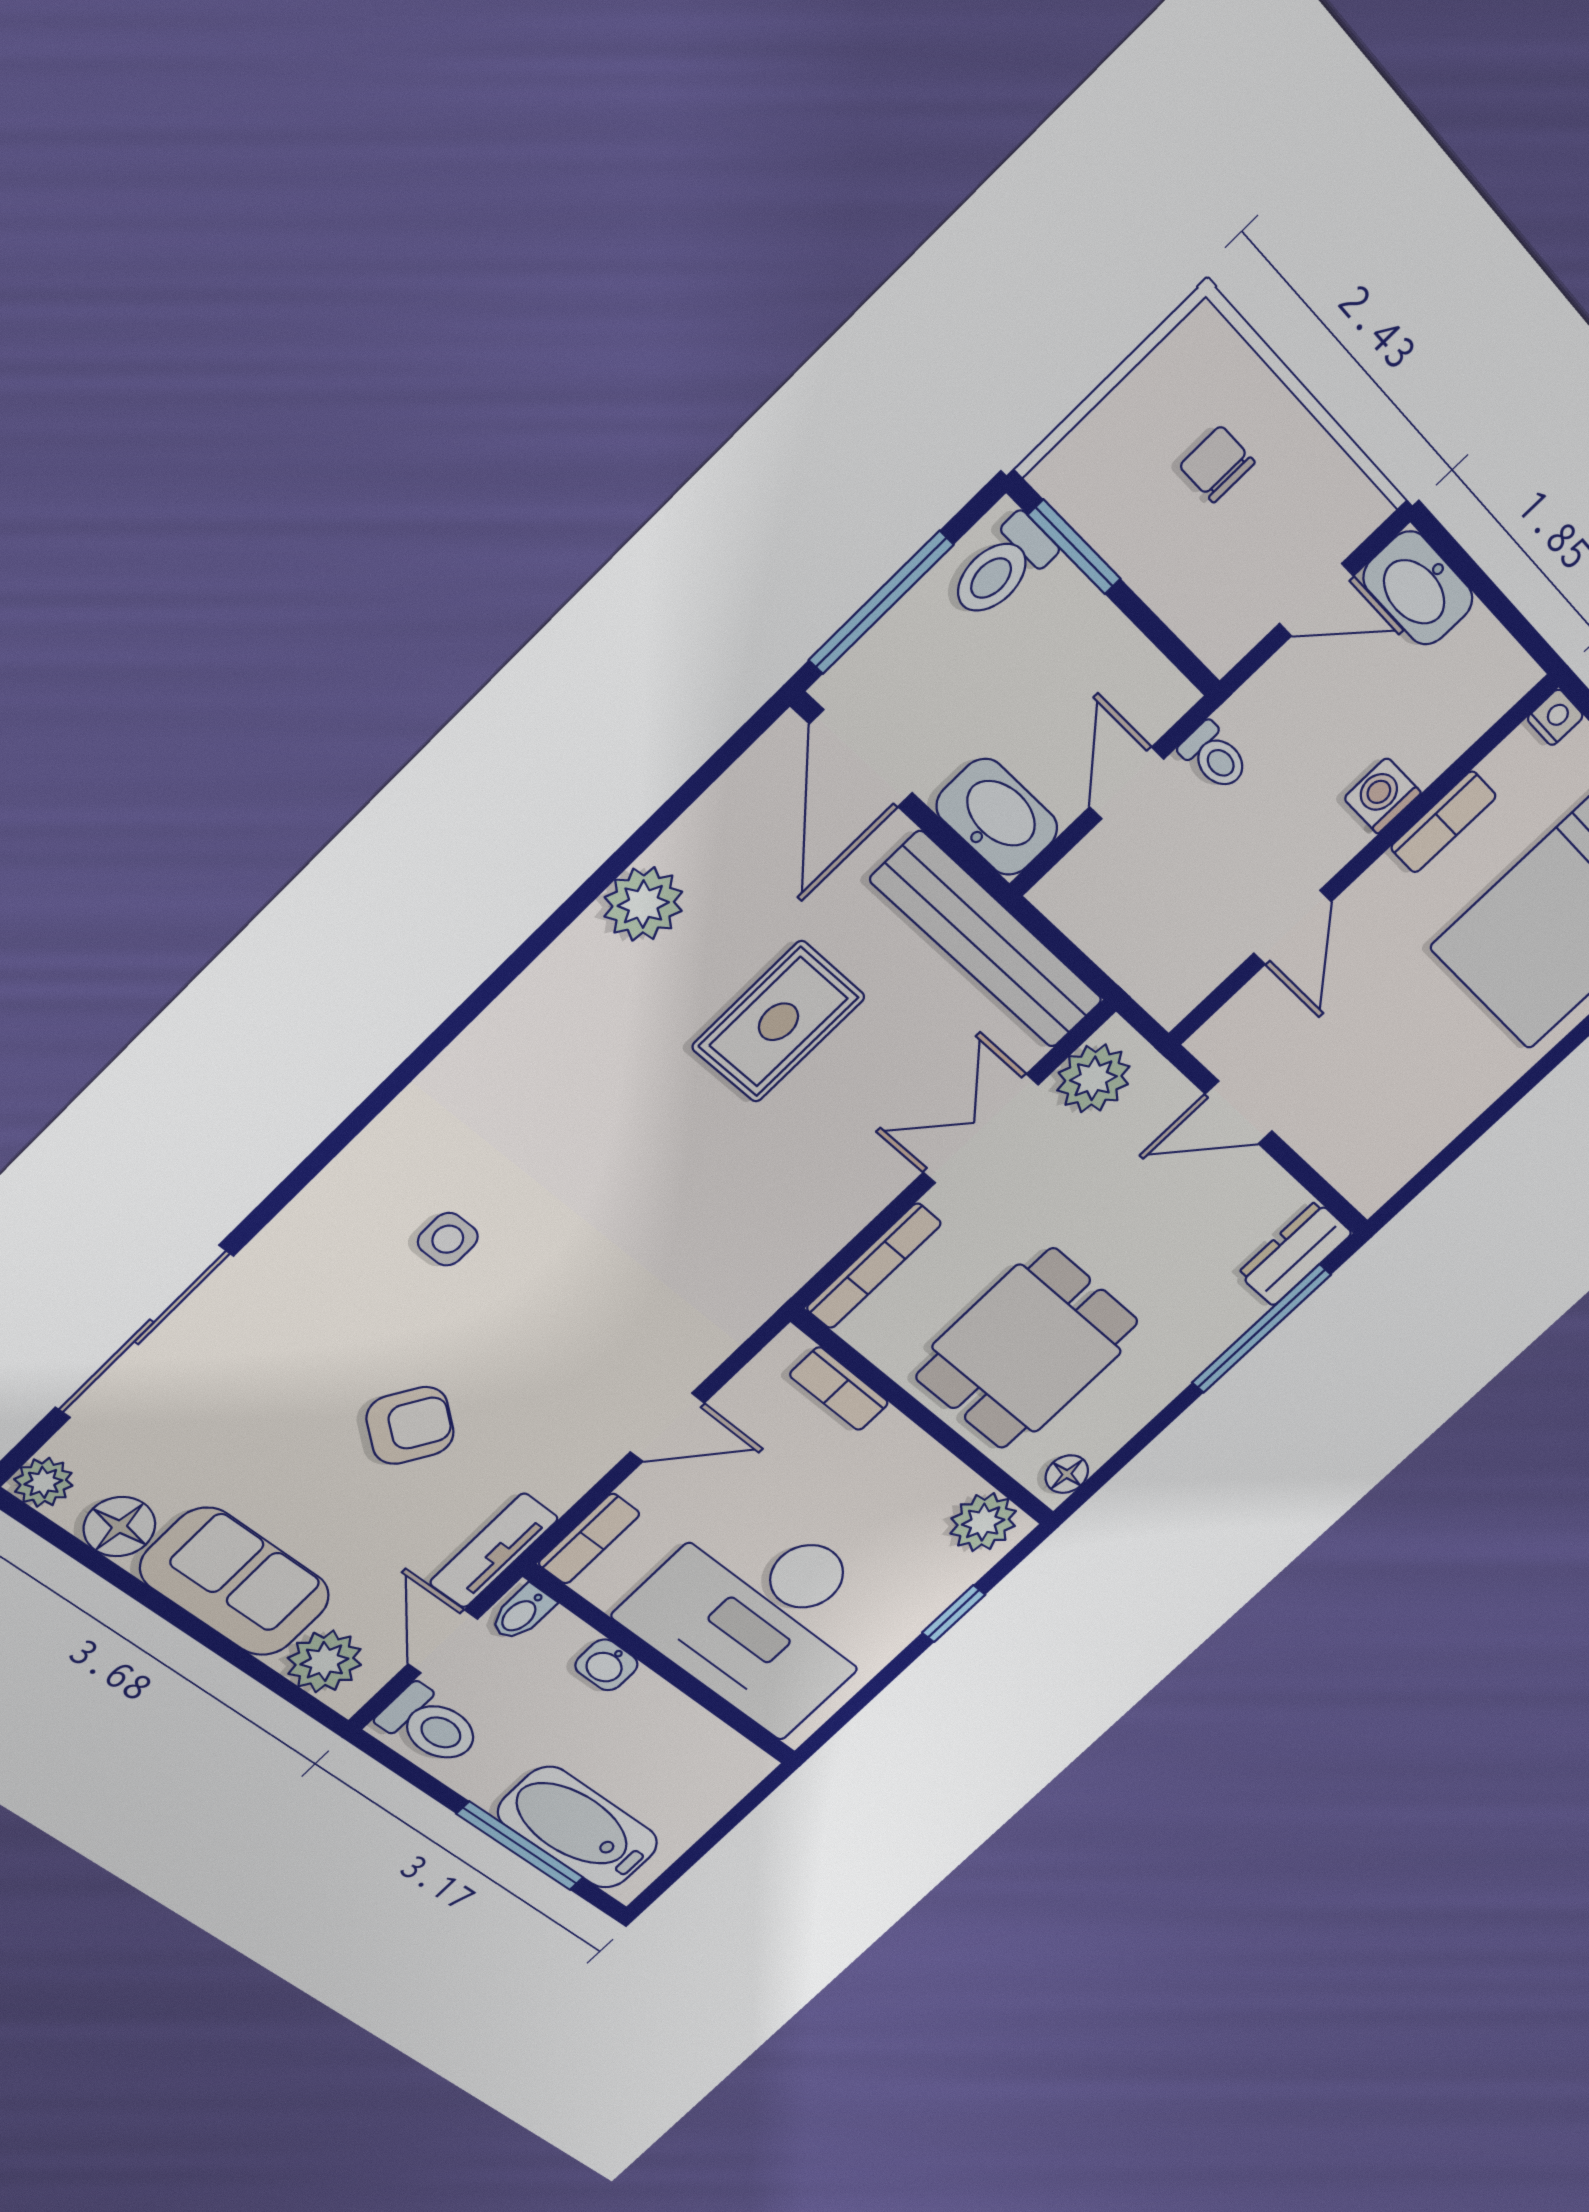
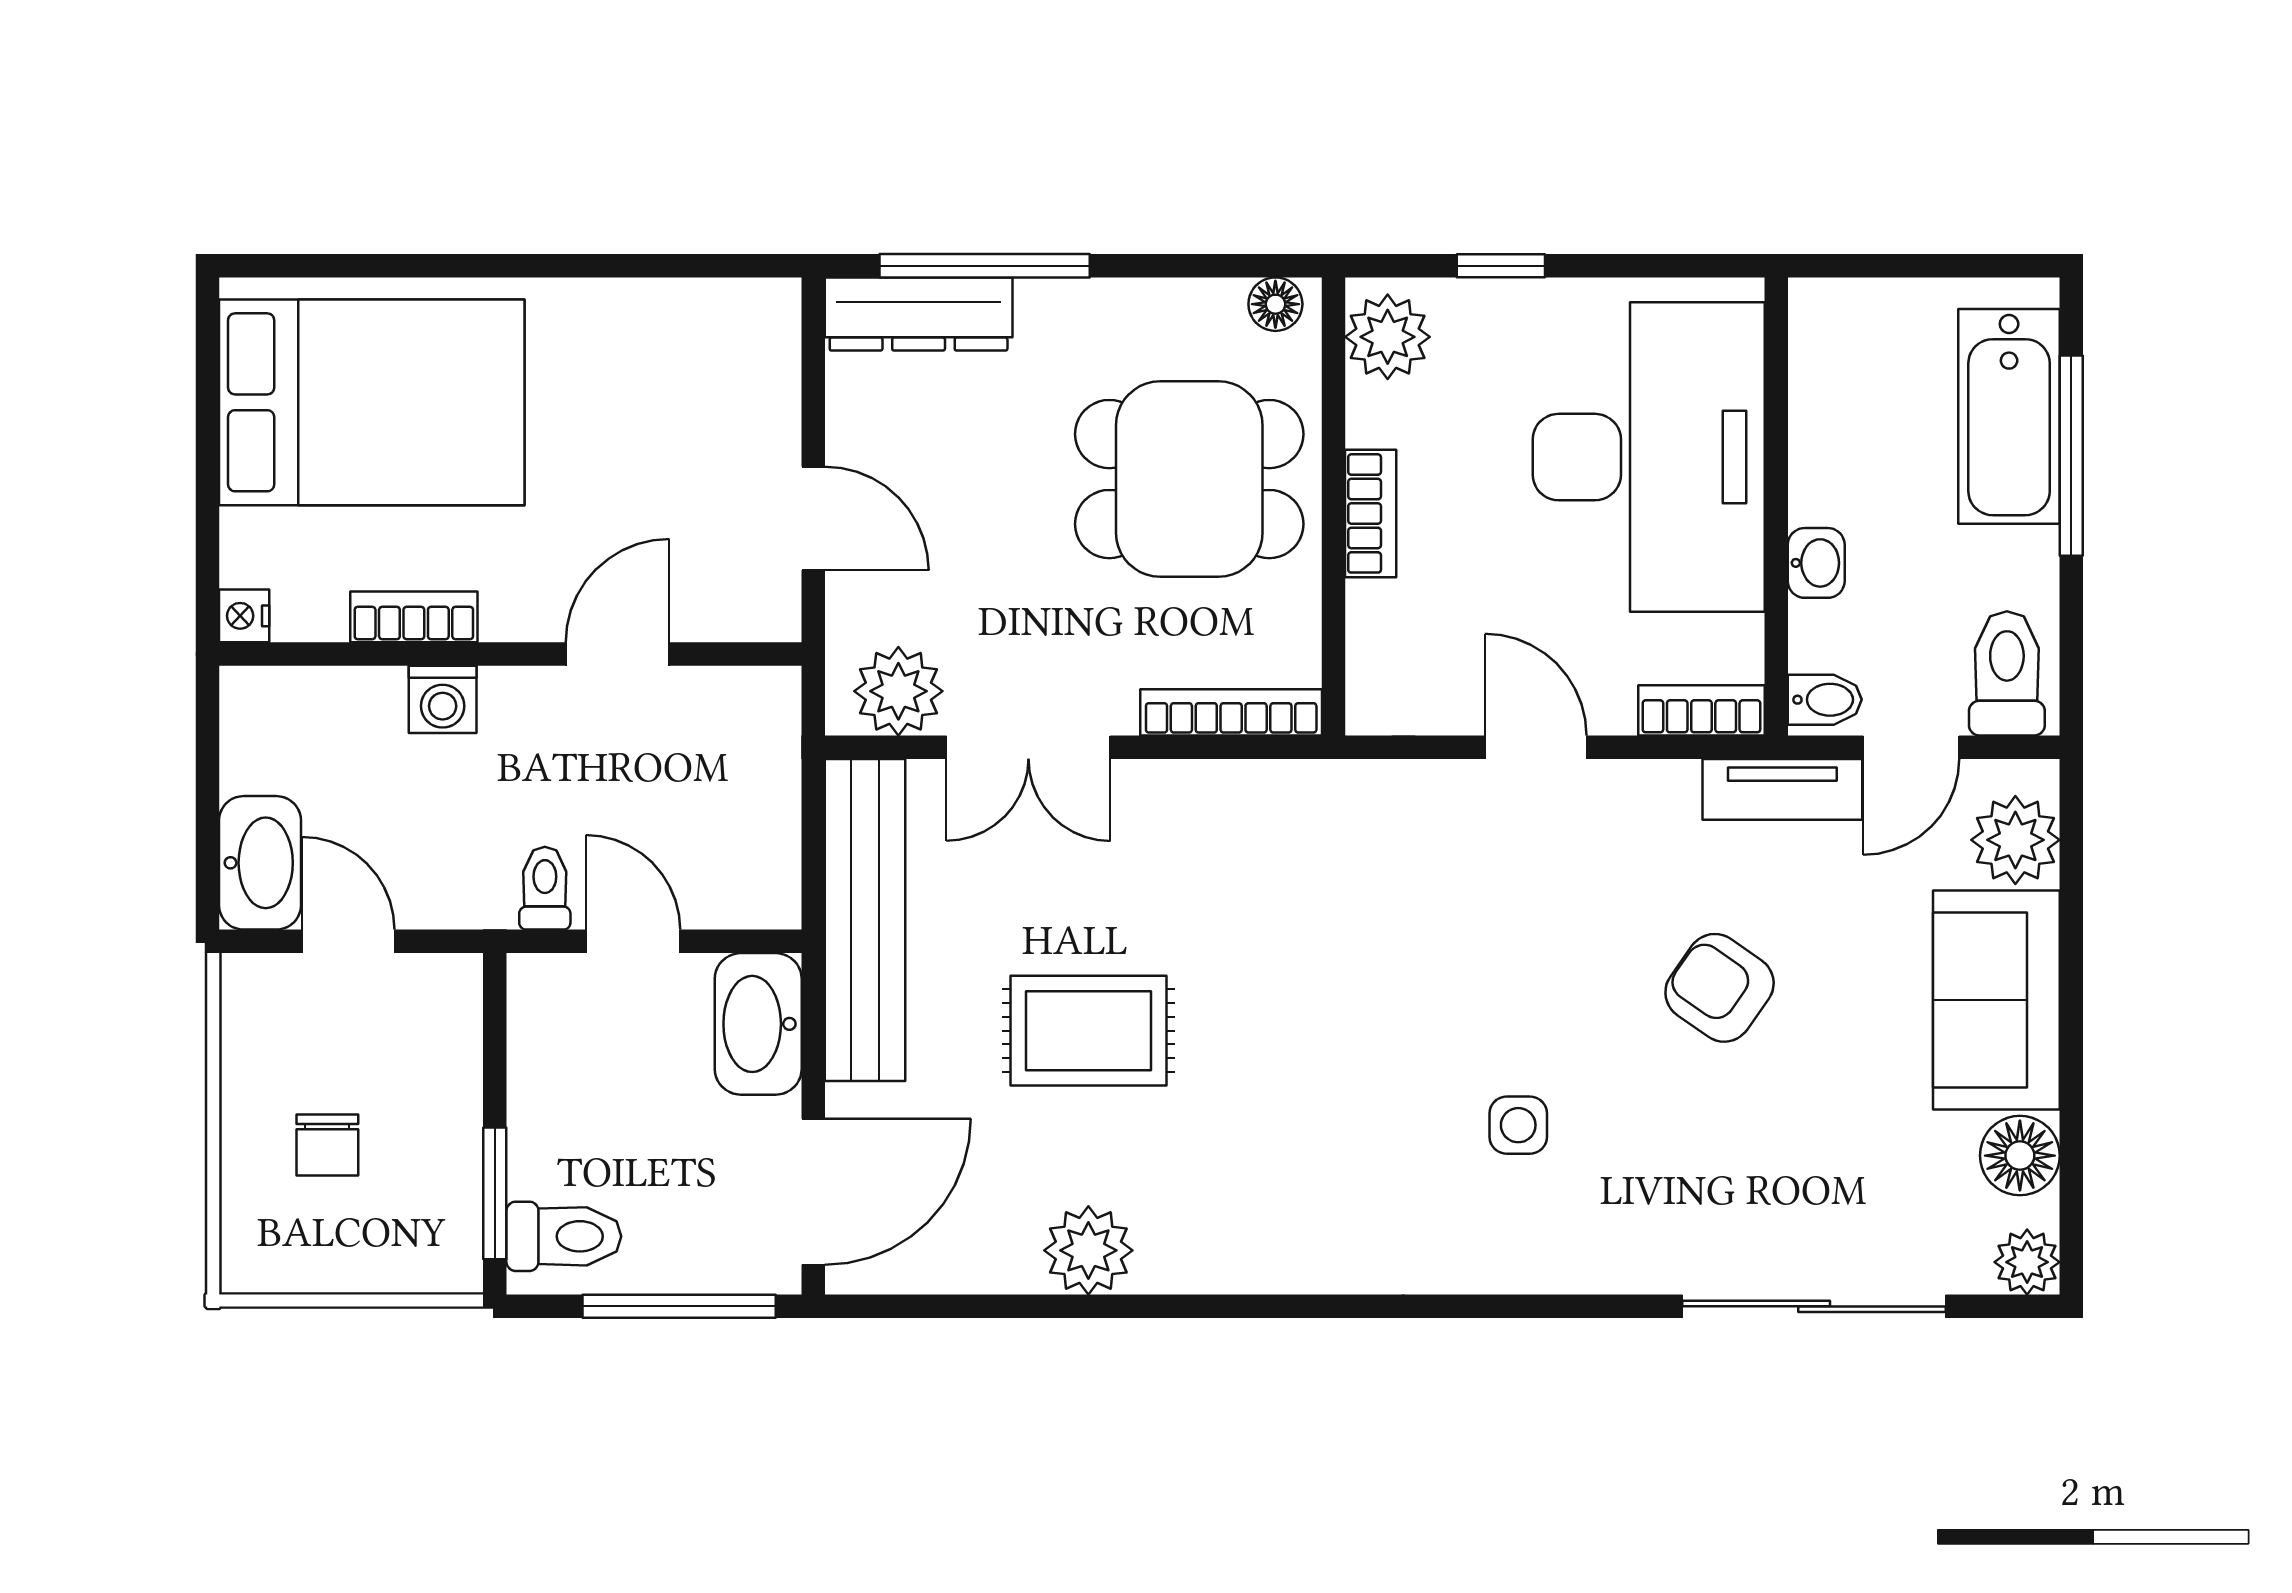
door: (1127, 783) -> (633, 941), swing flipped
dresser: (1295, 1253) -> (919, 314), width x1.44
bookcase: (839, 1389) -> (1371, 513), moved

